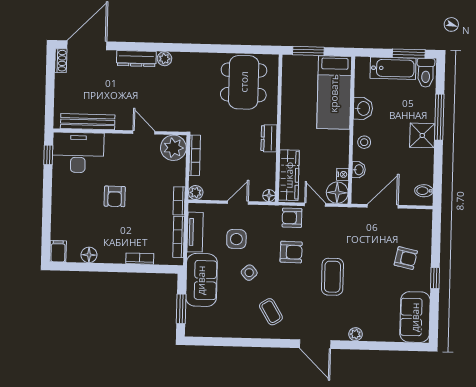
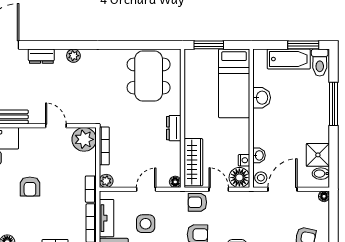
dresser: (136, 58) -> (41, 56), width x0.70
shower: (422, 135) -> (318, 155), moved
stool: (364, 142) -> (261, 178), moved
floor lamp: (427, 215) -> (324, 196), added

